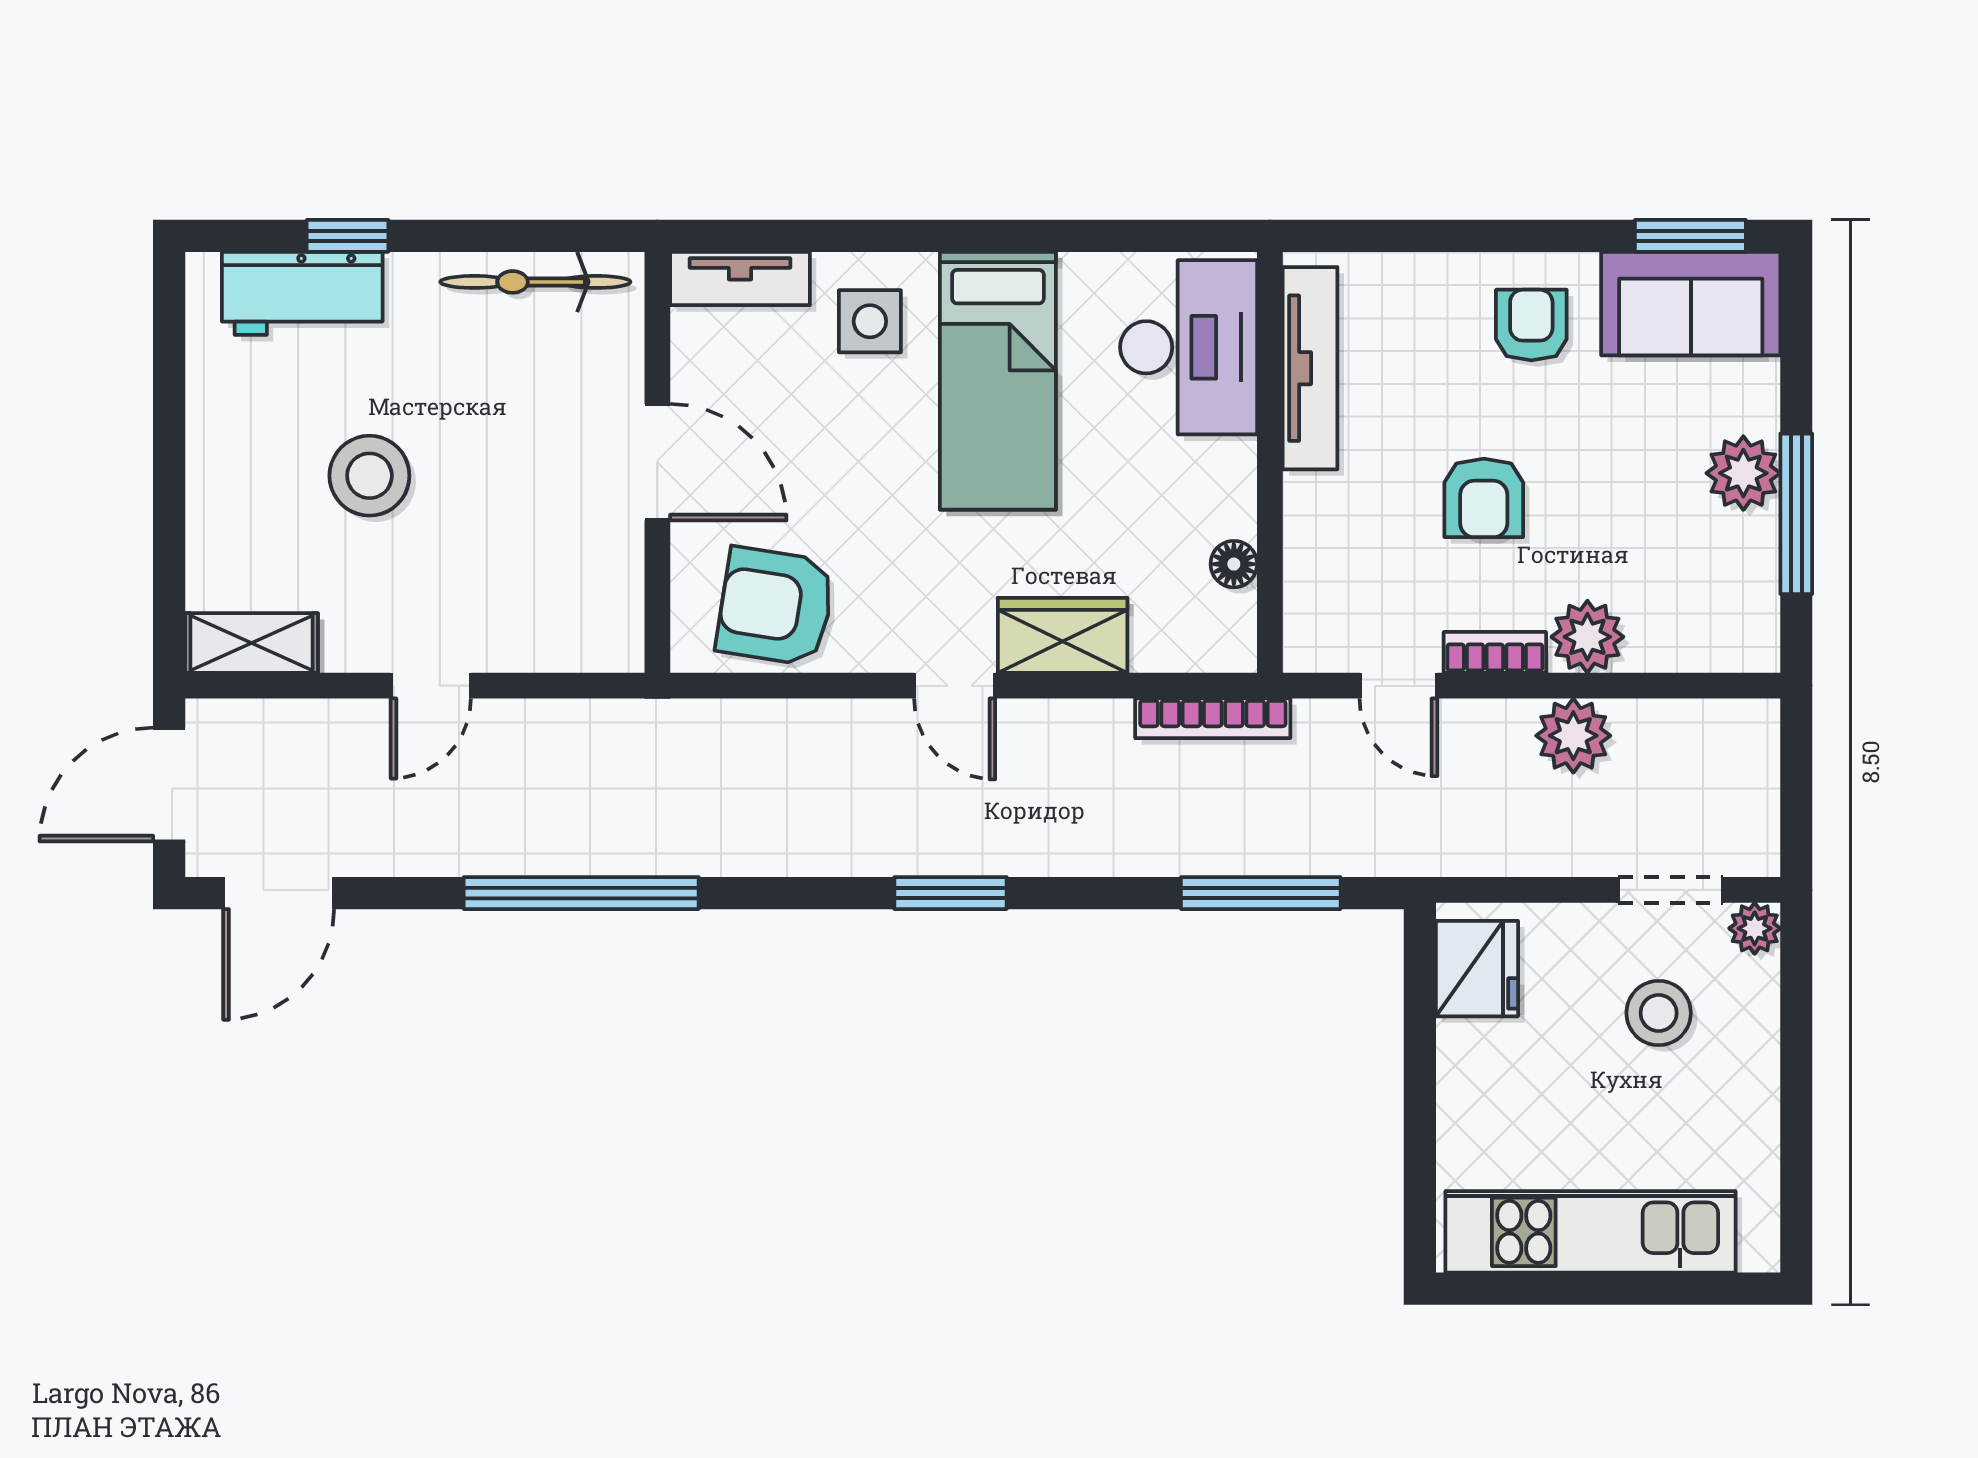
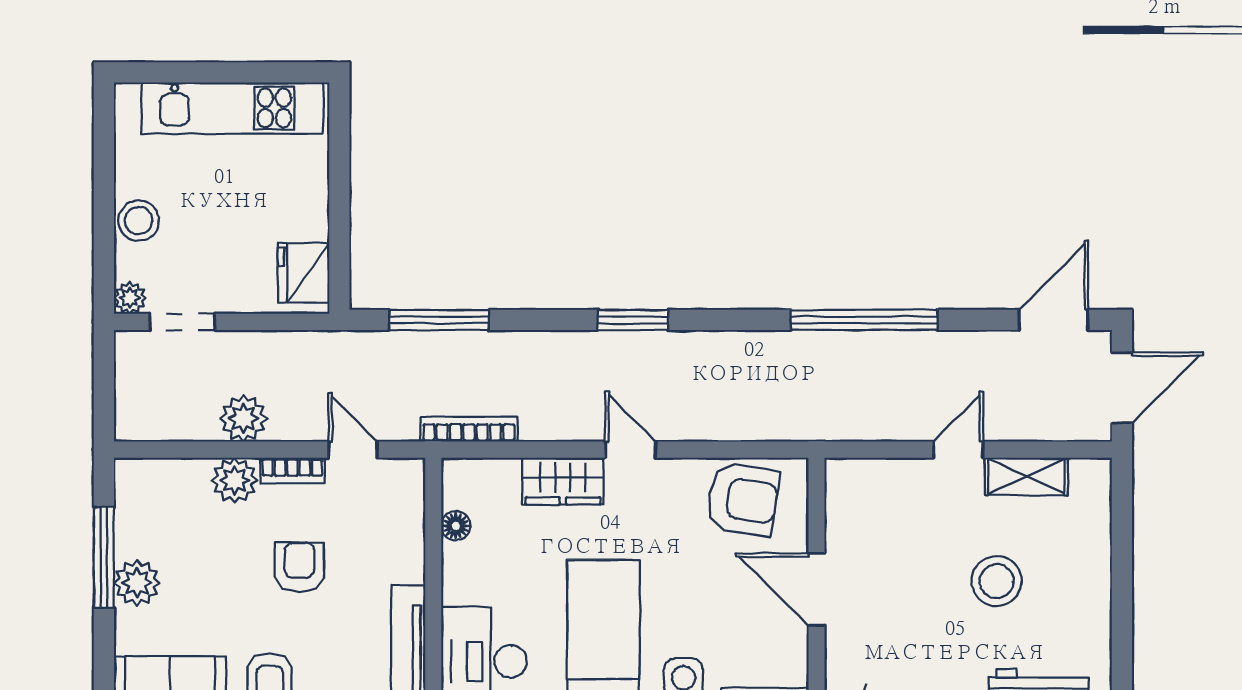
shelving: (252, 643) -> (1026, 476), moved
stool: (1659, 1013) -> (139, 221), moved

